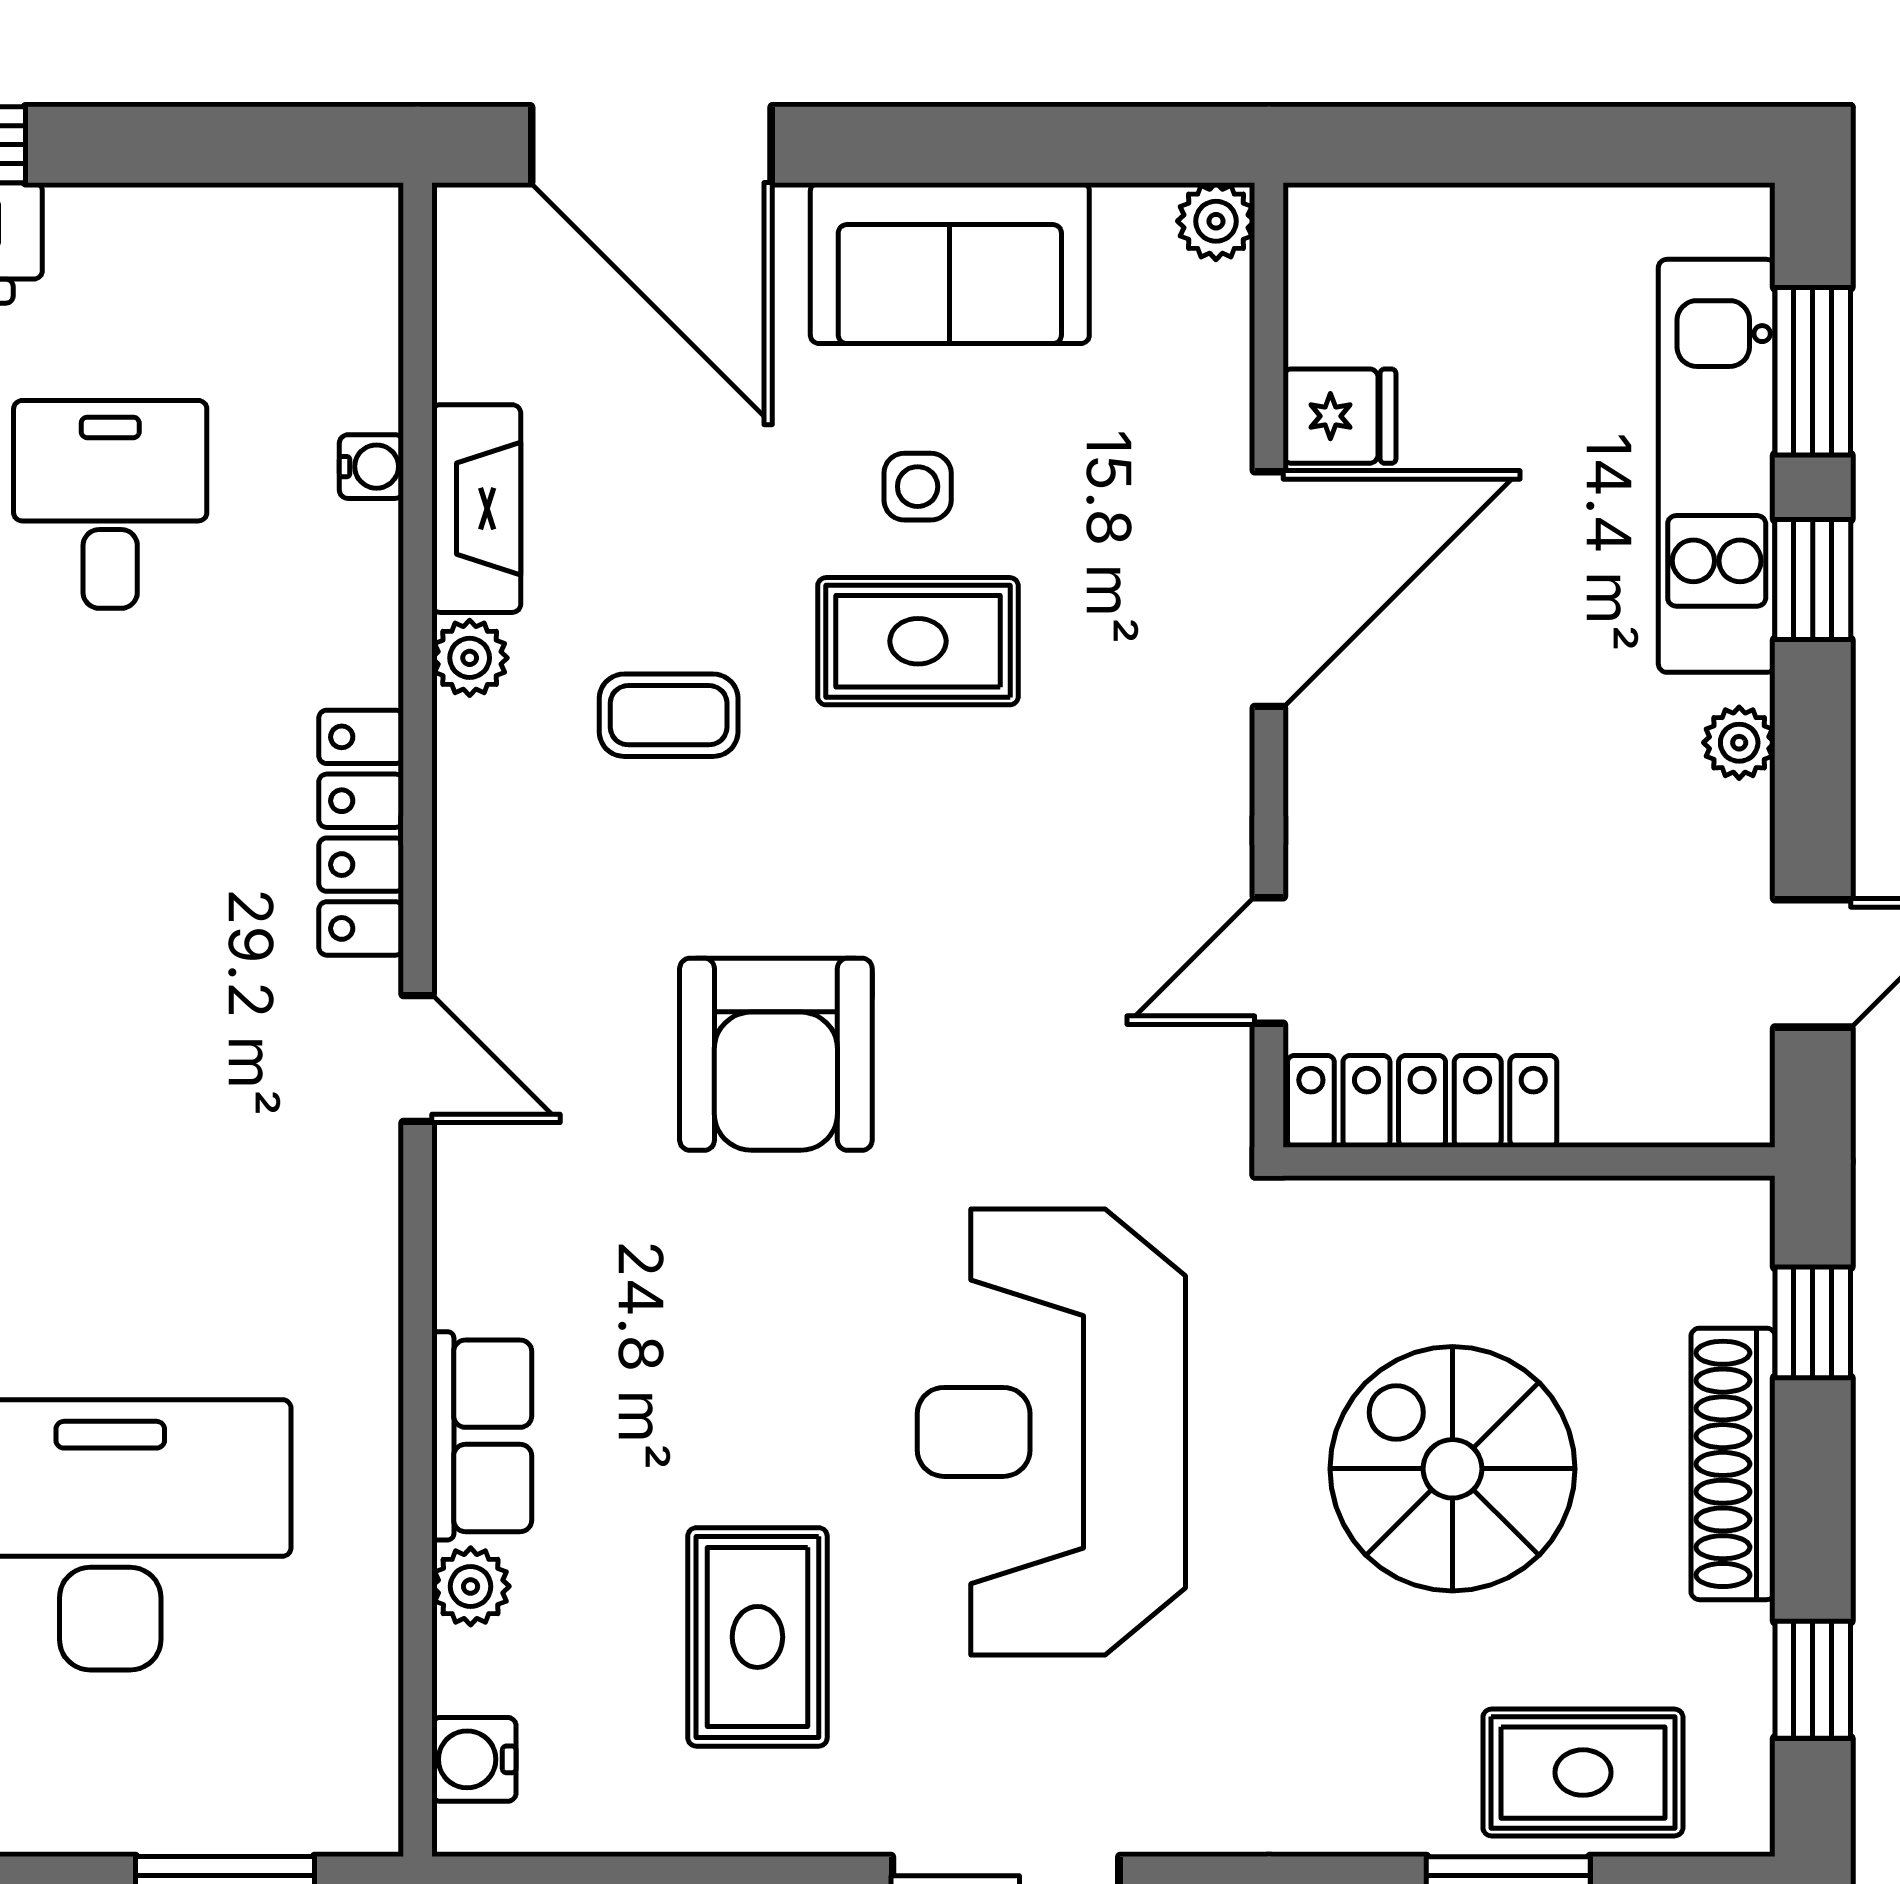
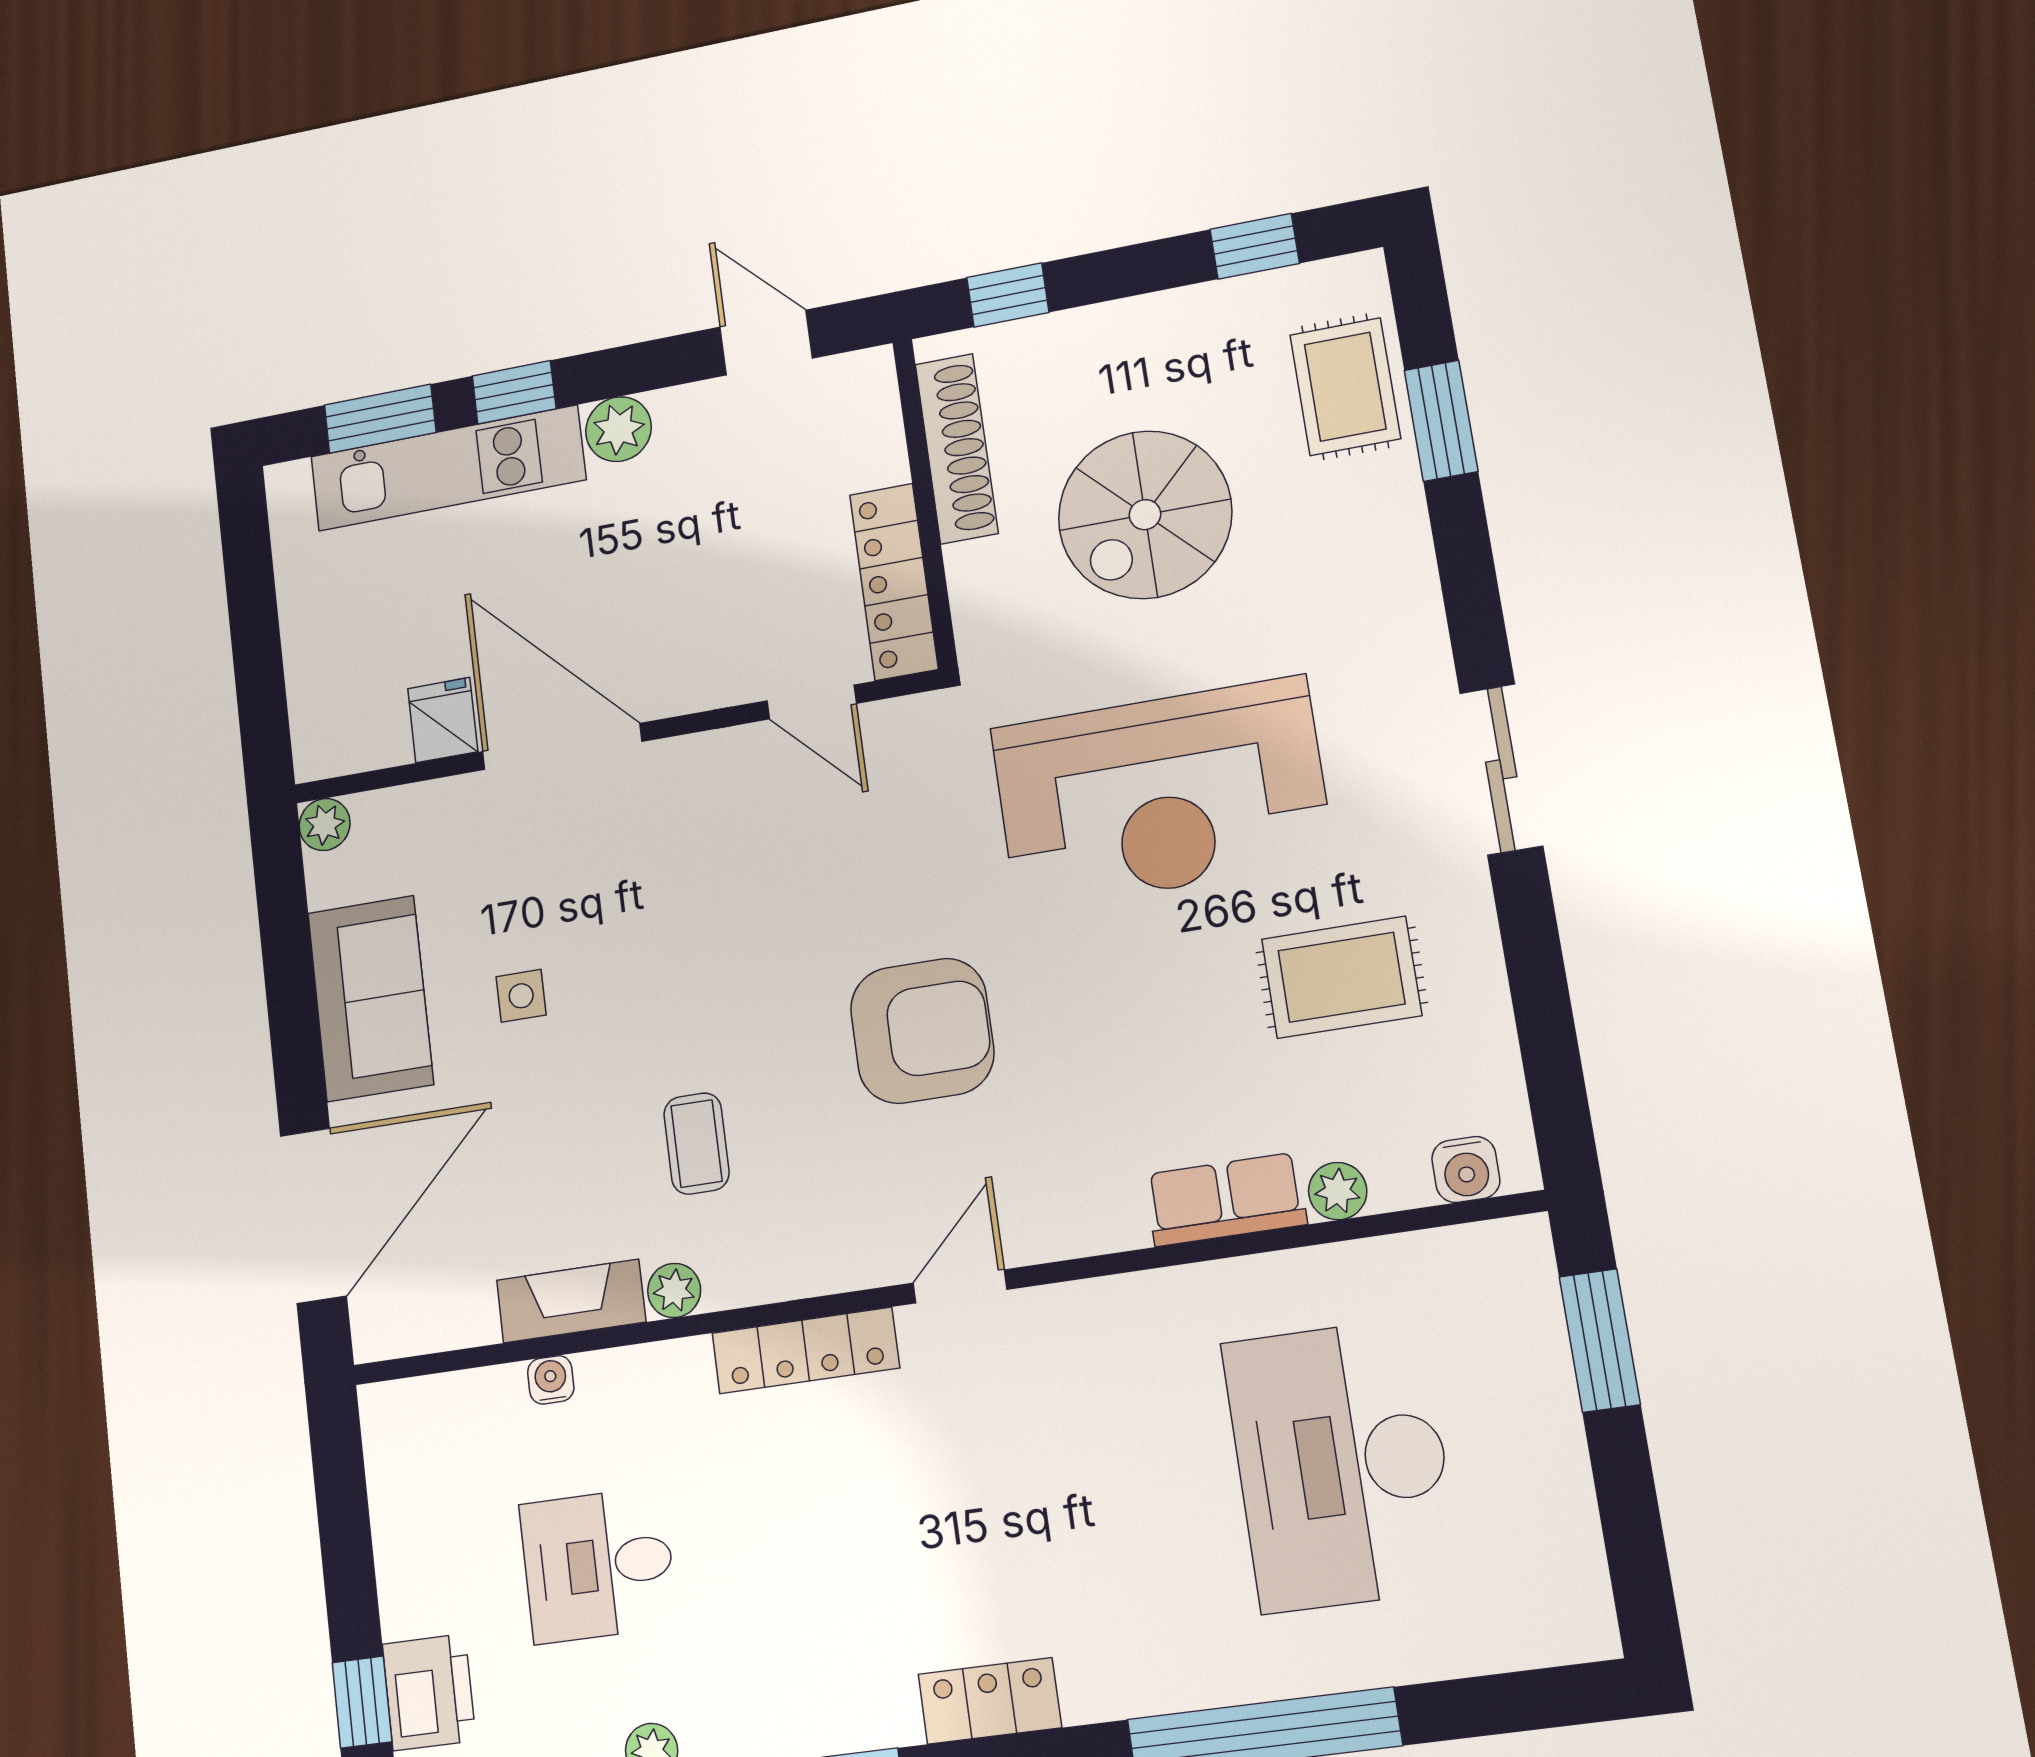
rug: (918, 641) -> (625, 978), removed
plant: (1739, 743) -> (618, 429), width x1.38, depth x1.38
shoe rack: (1733, 1464) -> (957, 449), moved, turned -90

